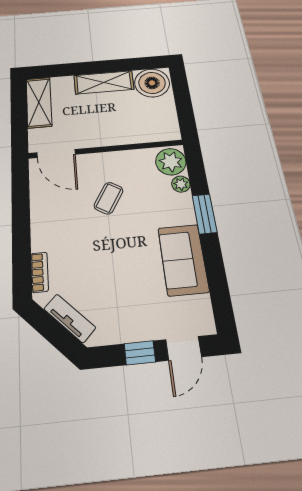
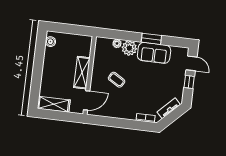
shelving: (104, 82) -> (82, 73), moved
boiler: (152, 83) -> (50, 42), width x0.54, depth x0.54
plant: (171, 162) -> (129, 48), moved
window: (204, 214) -> (151, 39), moved

